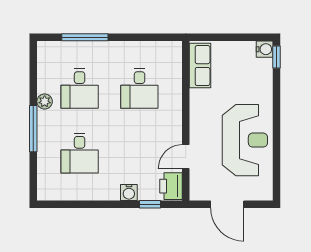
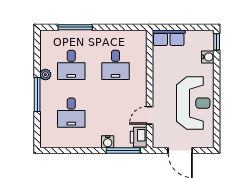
water cooler: (265, 49) -> (208, 57), moved
row of seats: (200, 66) -> (169, 38), moved, turned 90
window: (150, 204) -> (123, 150), width x2.17

